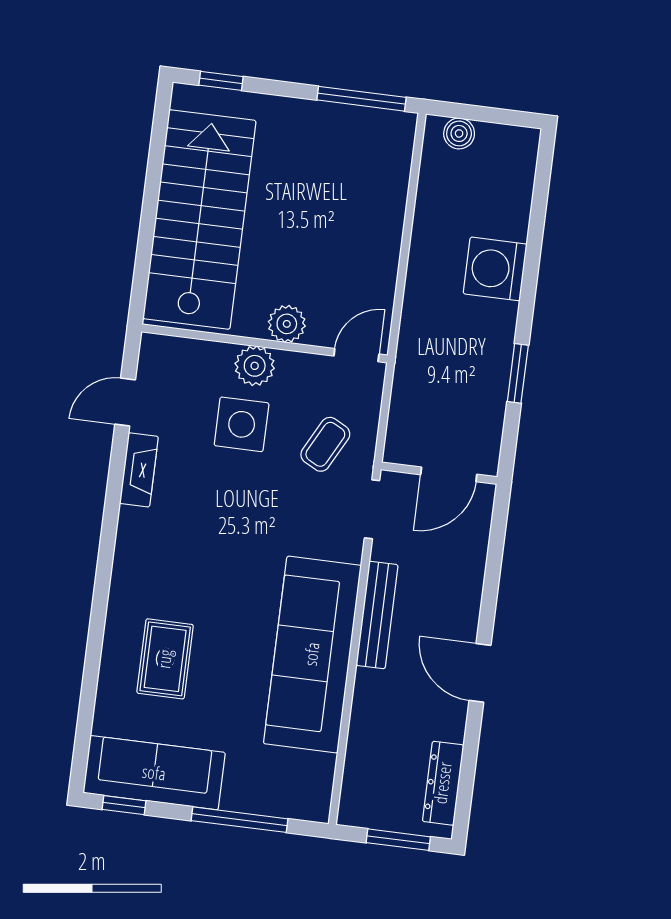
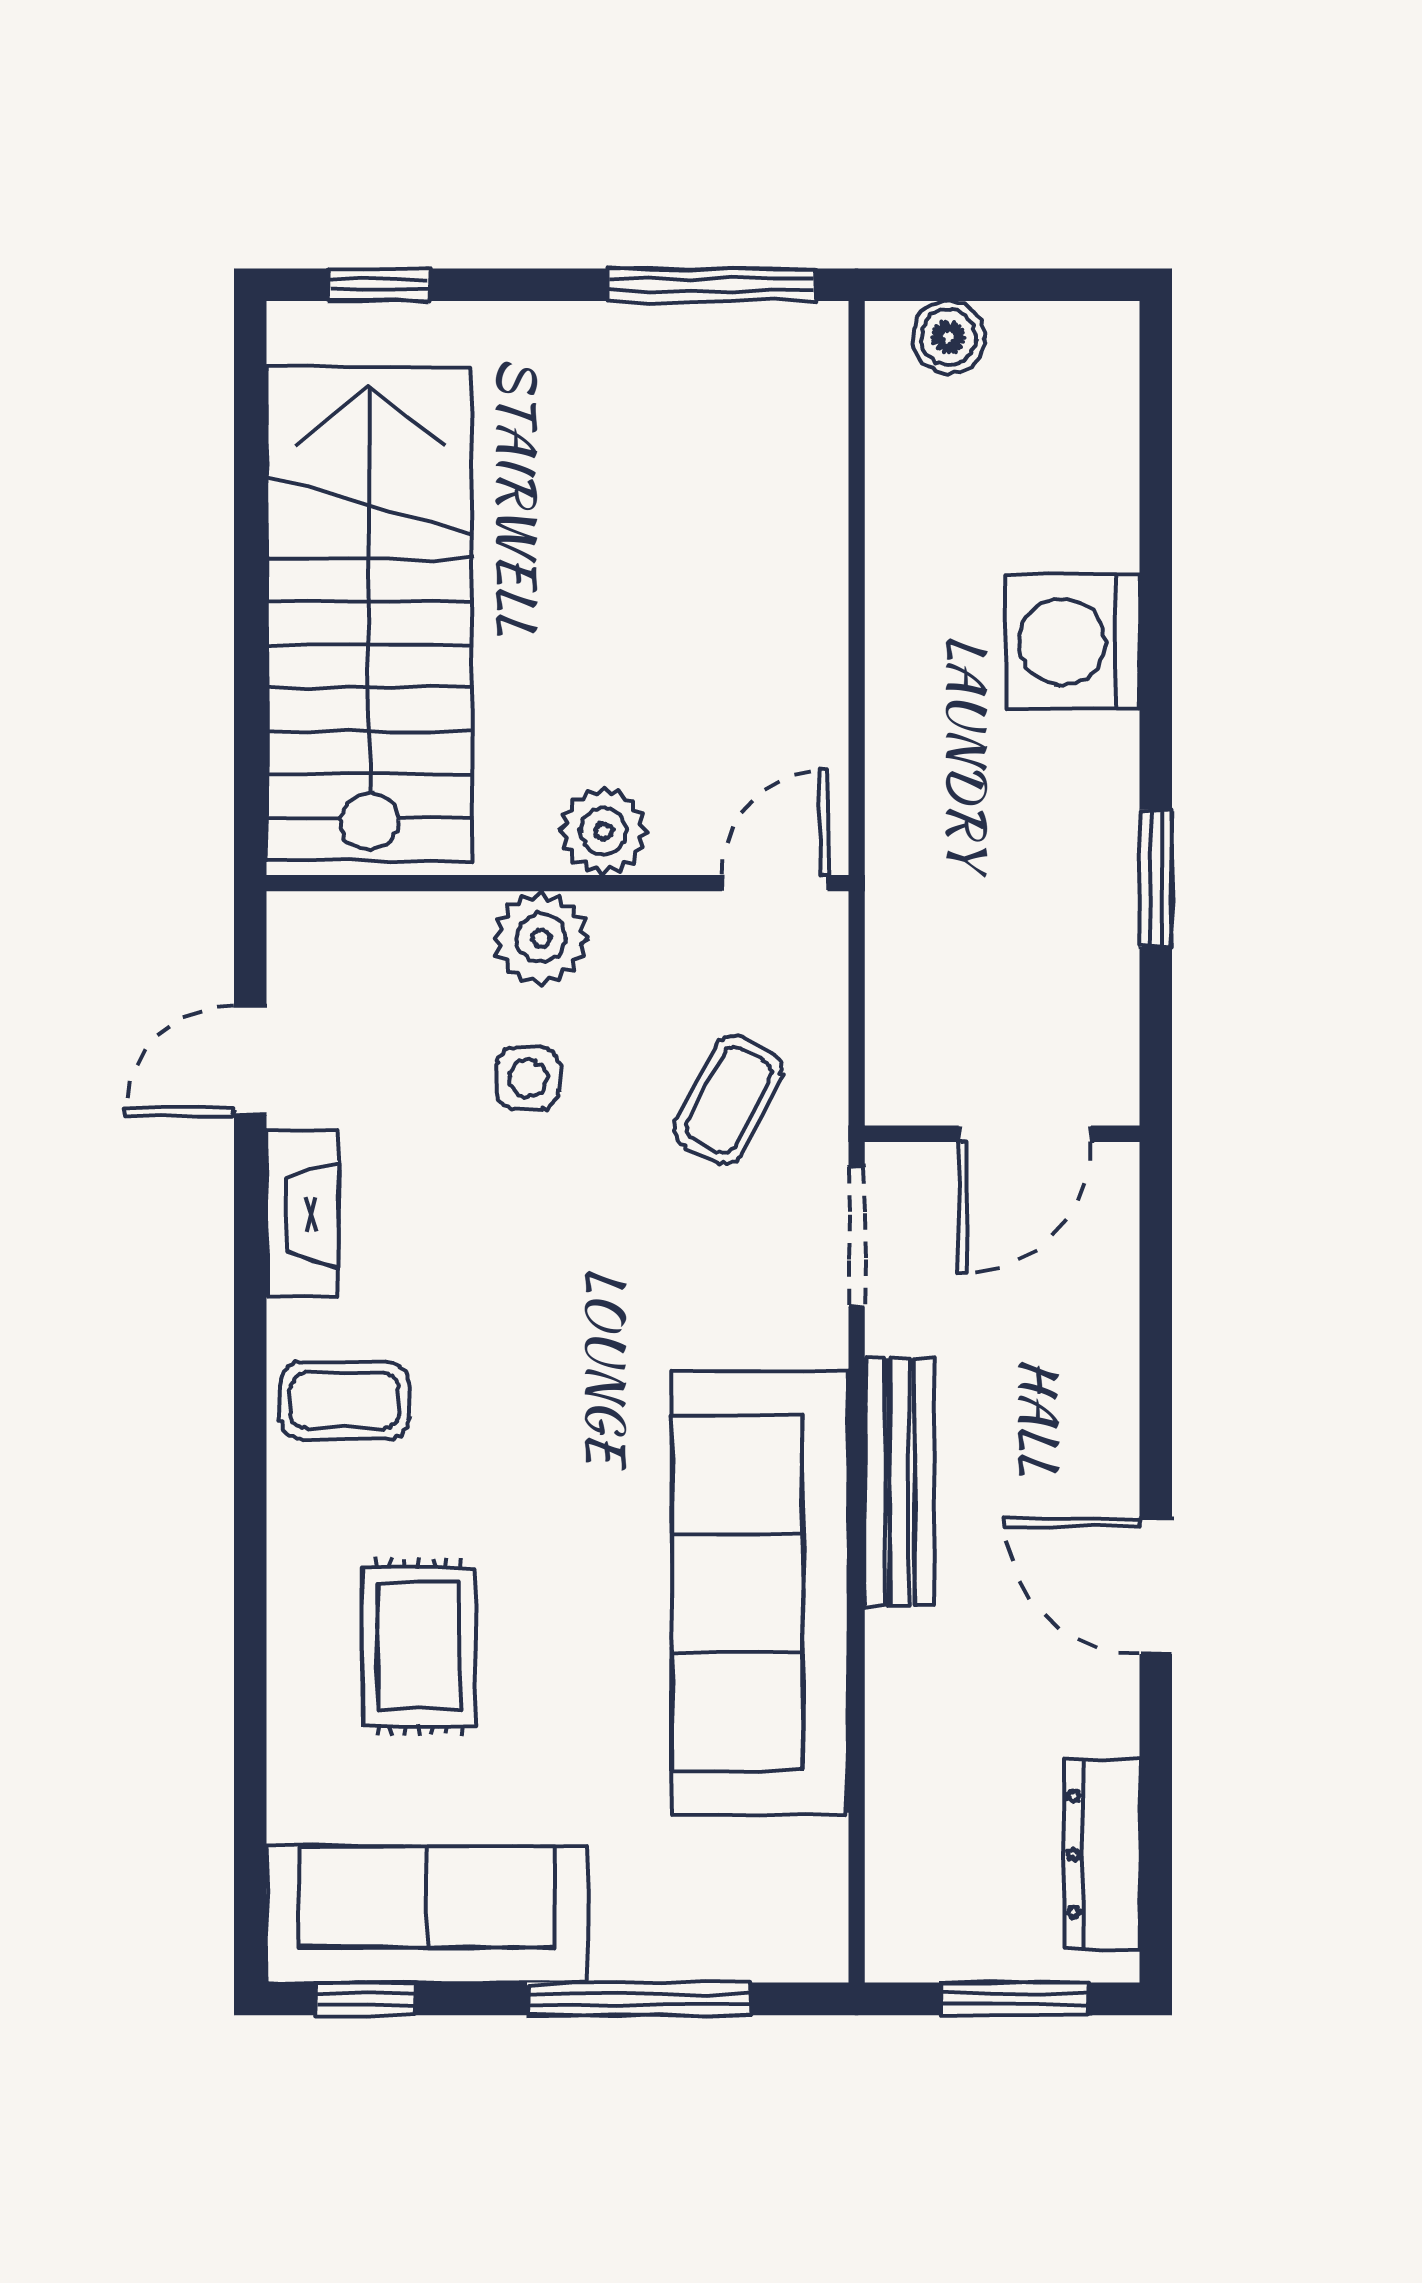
side table: (242, 424) -> (528, 1078), width x0.54, depth x0.54
coffee table: (147, 551) -> (345, 1401), added

